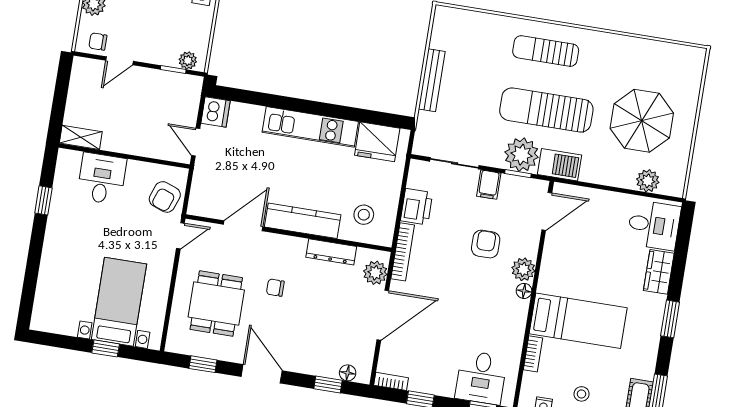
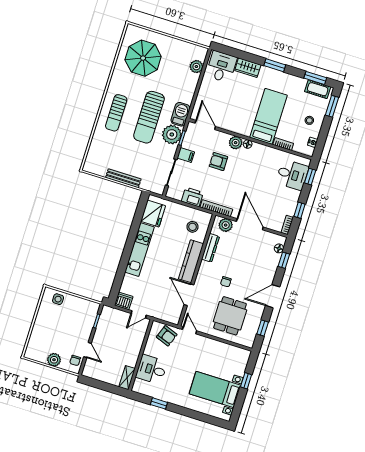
plant: (188, 60) -> (93, 312), removed
parasol: (642, 121) -> (143, 58), moved
bed with nightstands: (119, 302) -> (215, 389), moved
dining table: (216, 304) -> (230, 316), turned 90

